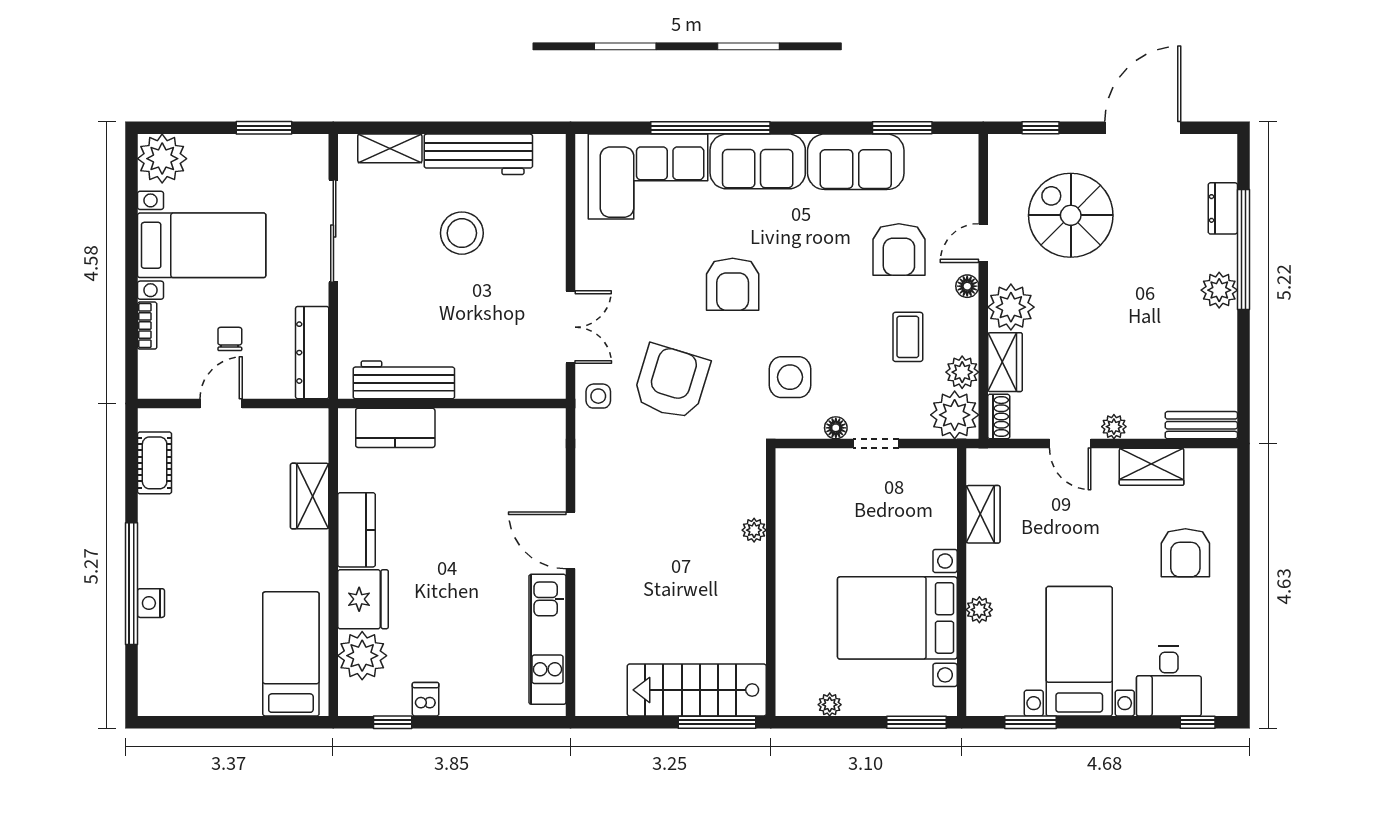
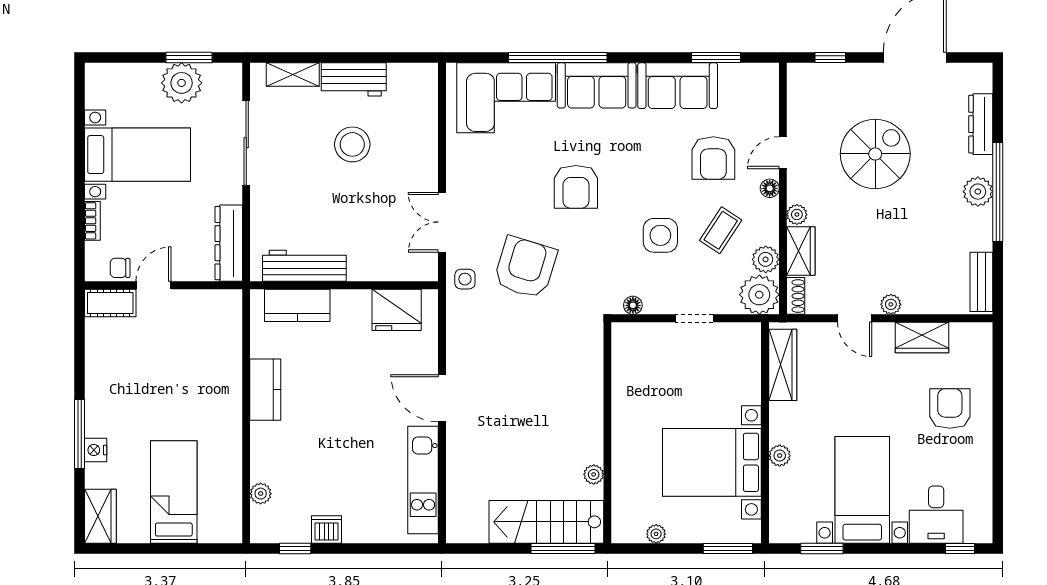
workbench: (478, 154) -> (354, 79), width x0.73
plant: (162, 159) -> (182, 83), moved
dresser: (1223, 208) -> (981, 124), width x1.44
spiral stairs: (1071, 215) -> (875, 154), moved, turned 90
window: (1243, 250) -> (998, 192), moved
plant: (1011, 307) -> (797, 215), width x0.53, depth x0.53
double door: (570, 327) -> (442, 222), swing flipped
coffee table: (908, 337) -> (721, 230), turned 33
chair: (230, 339) -> (120, 268), moved, turned -90
side table: (790, 377) -> (660, 235), moved
bench: (1201, 425) -> (981, 282), moved, turned 90
floor lamp: (836, 428) -> (633, 305), moved
cot: (155, 463) -> (110, 303), moved, turned 90
wardrobe: (310, 496) -> (100, 516), moved, turned 180
wardrobe: (983, 514) -> (783, 365), width x1.50
plant: (754, 530) -> (594, 474), moved
armchair: (1185, 553) -> (950, 409), turned 180
window: (132, 584) -> (80, 434), width x0.68
fridge: (363, 599) -> (397, 310), moved, turned 90
bed: (291, 654) -> (174, 492), moved
plant: (362, 656) -> (261, 494), width x0.53, depth x0.53
dishwasher: (426, 699) -> (326, 529), width x1.38

